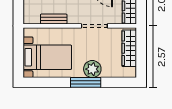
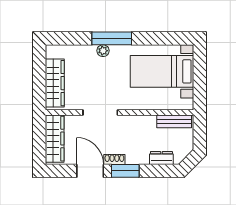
bench: (54, 19) -> (174, 121), moved
plant: (92, 69) -> (103, 51), width x0.53, depth x0.53

